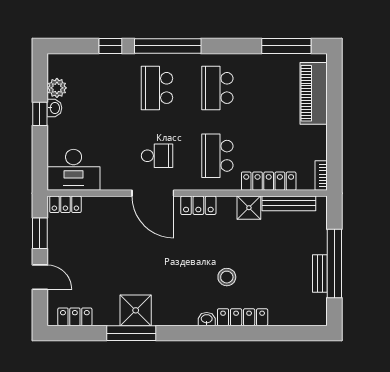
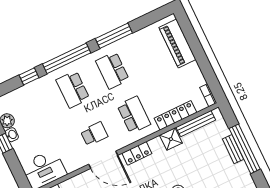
window: (286, 46) -> (114, 36), moved
school desk: (217, 156) -> (134, 115), turned 180
bench: (320, 273) -> (233, 149), moved

